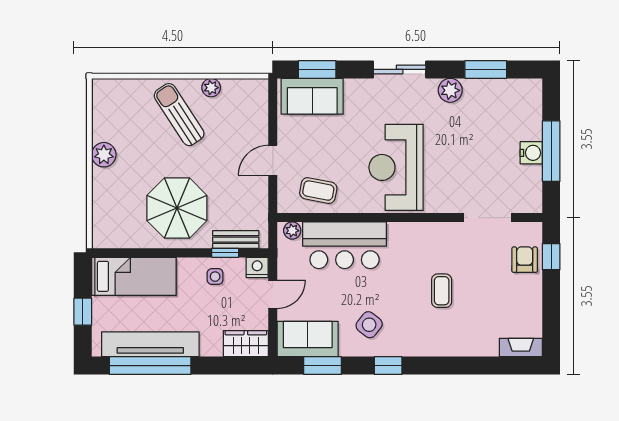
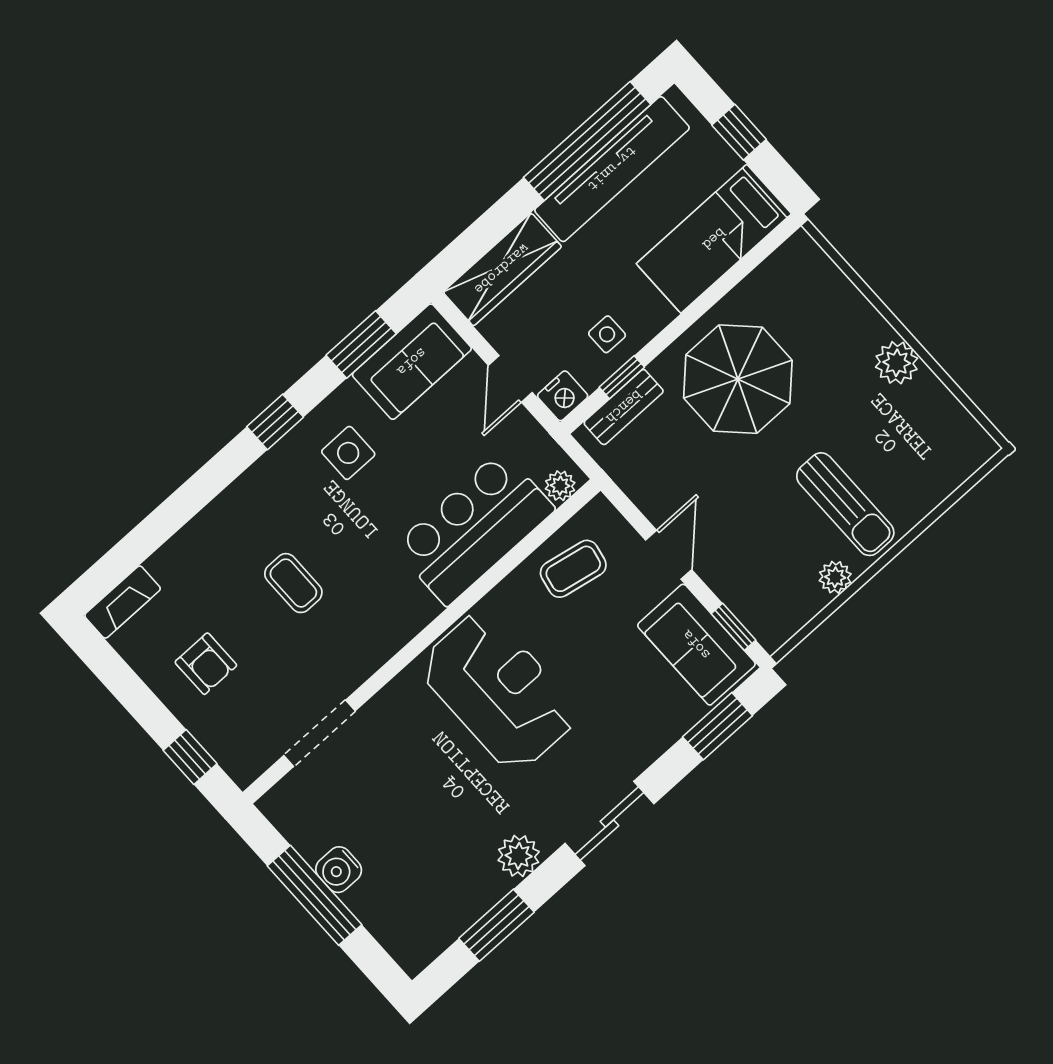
sofa: (312, 96) -> (696, 645), moved, turned -90
window: (273, 105) -> (734, 627), added
sun lounger: (179, 115) -> (845, 504), turned 33
armchair: (525, 260) -> (206, 664), moved
side table: (369, 325) -> (348, 453), turned -38
wardrobe: (246, 344) -> (502, 269), width x1.50

